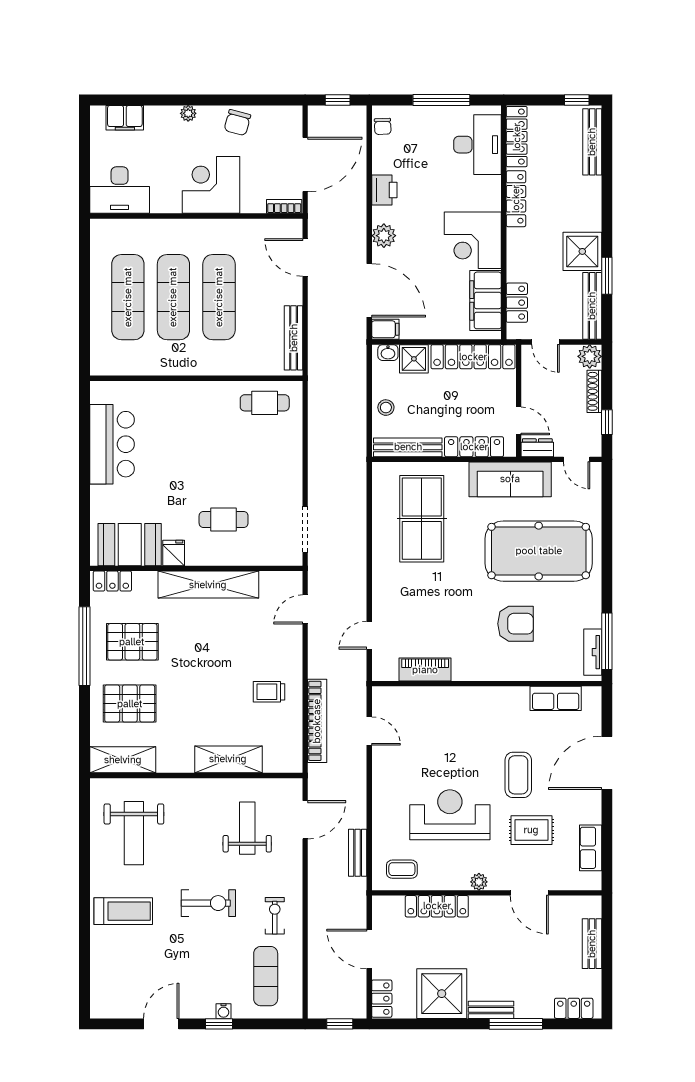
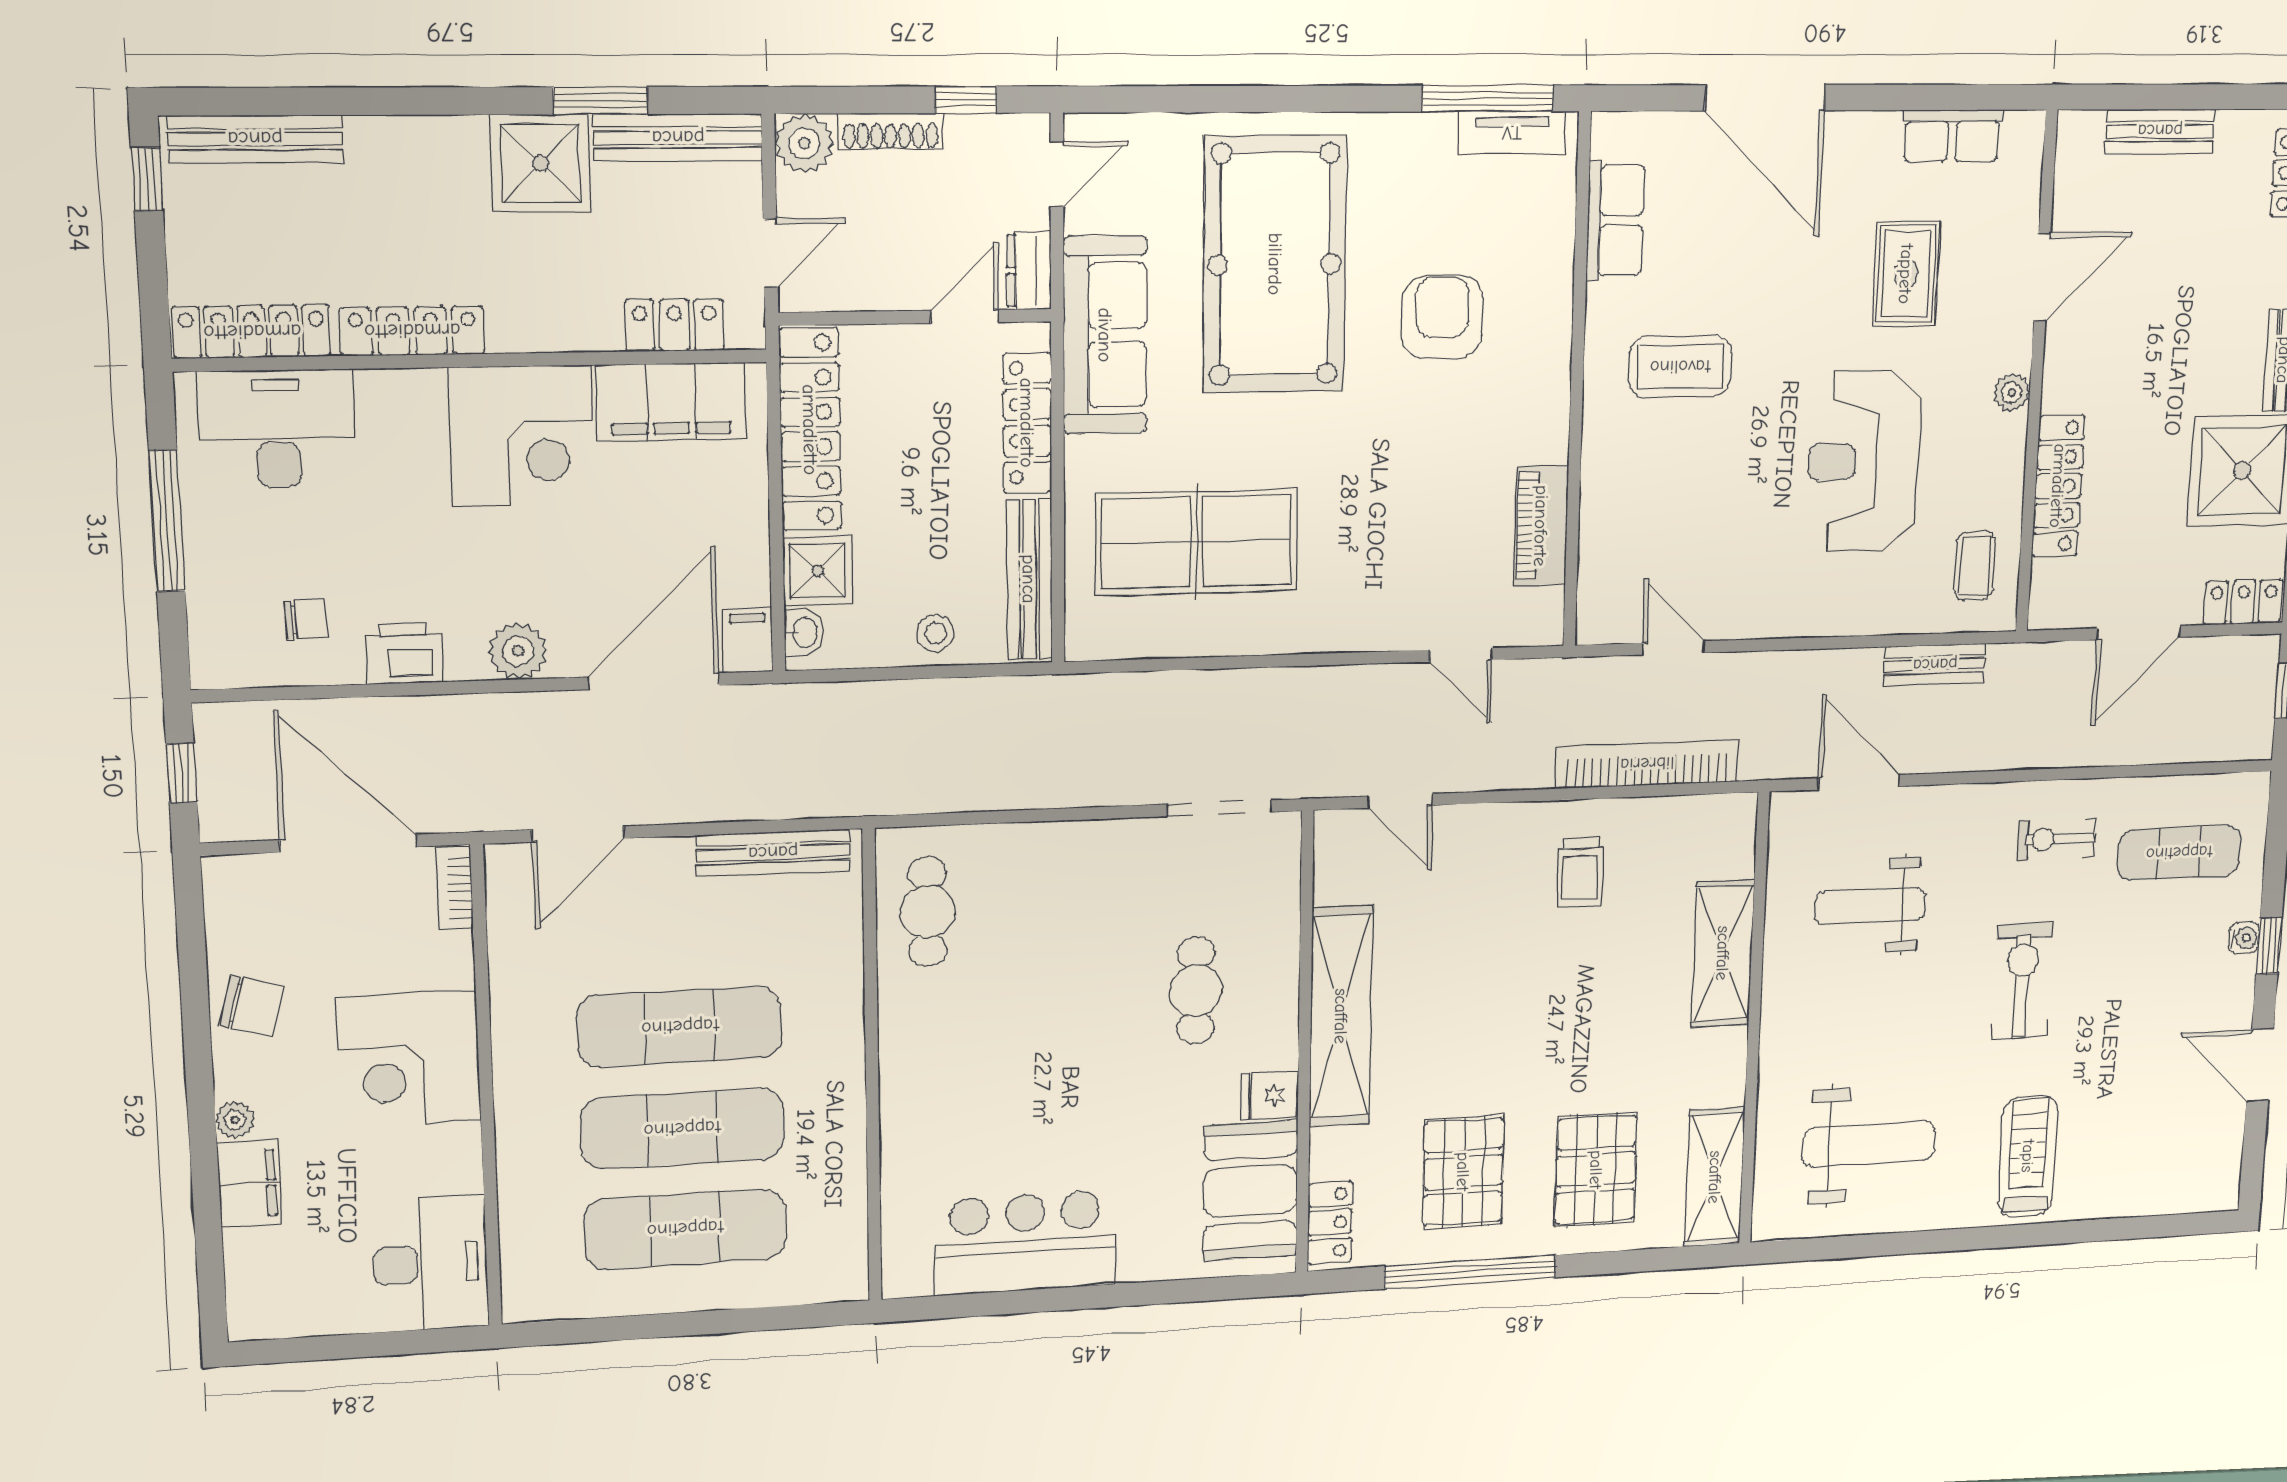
filing cabinet: (125, 118) -> (250, 1184), moved
chair: (383, 126) -> (306, 619), moved
door: (369, 731) -> (1673, 648), hinge flipped
coffee table: (518, 775) -> (1680, 367), moved

